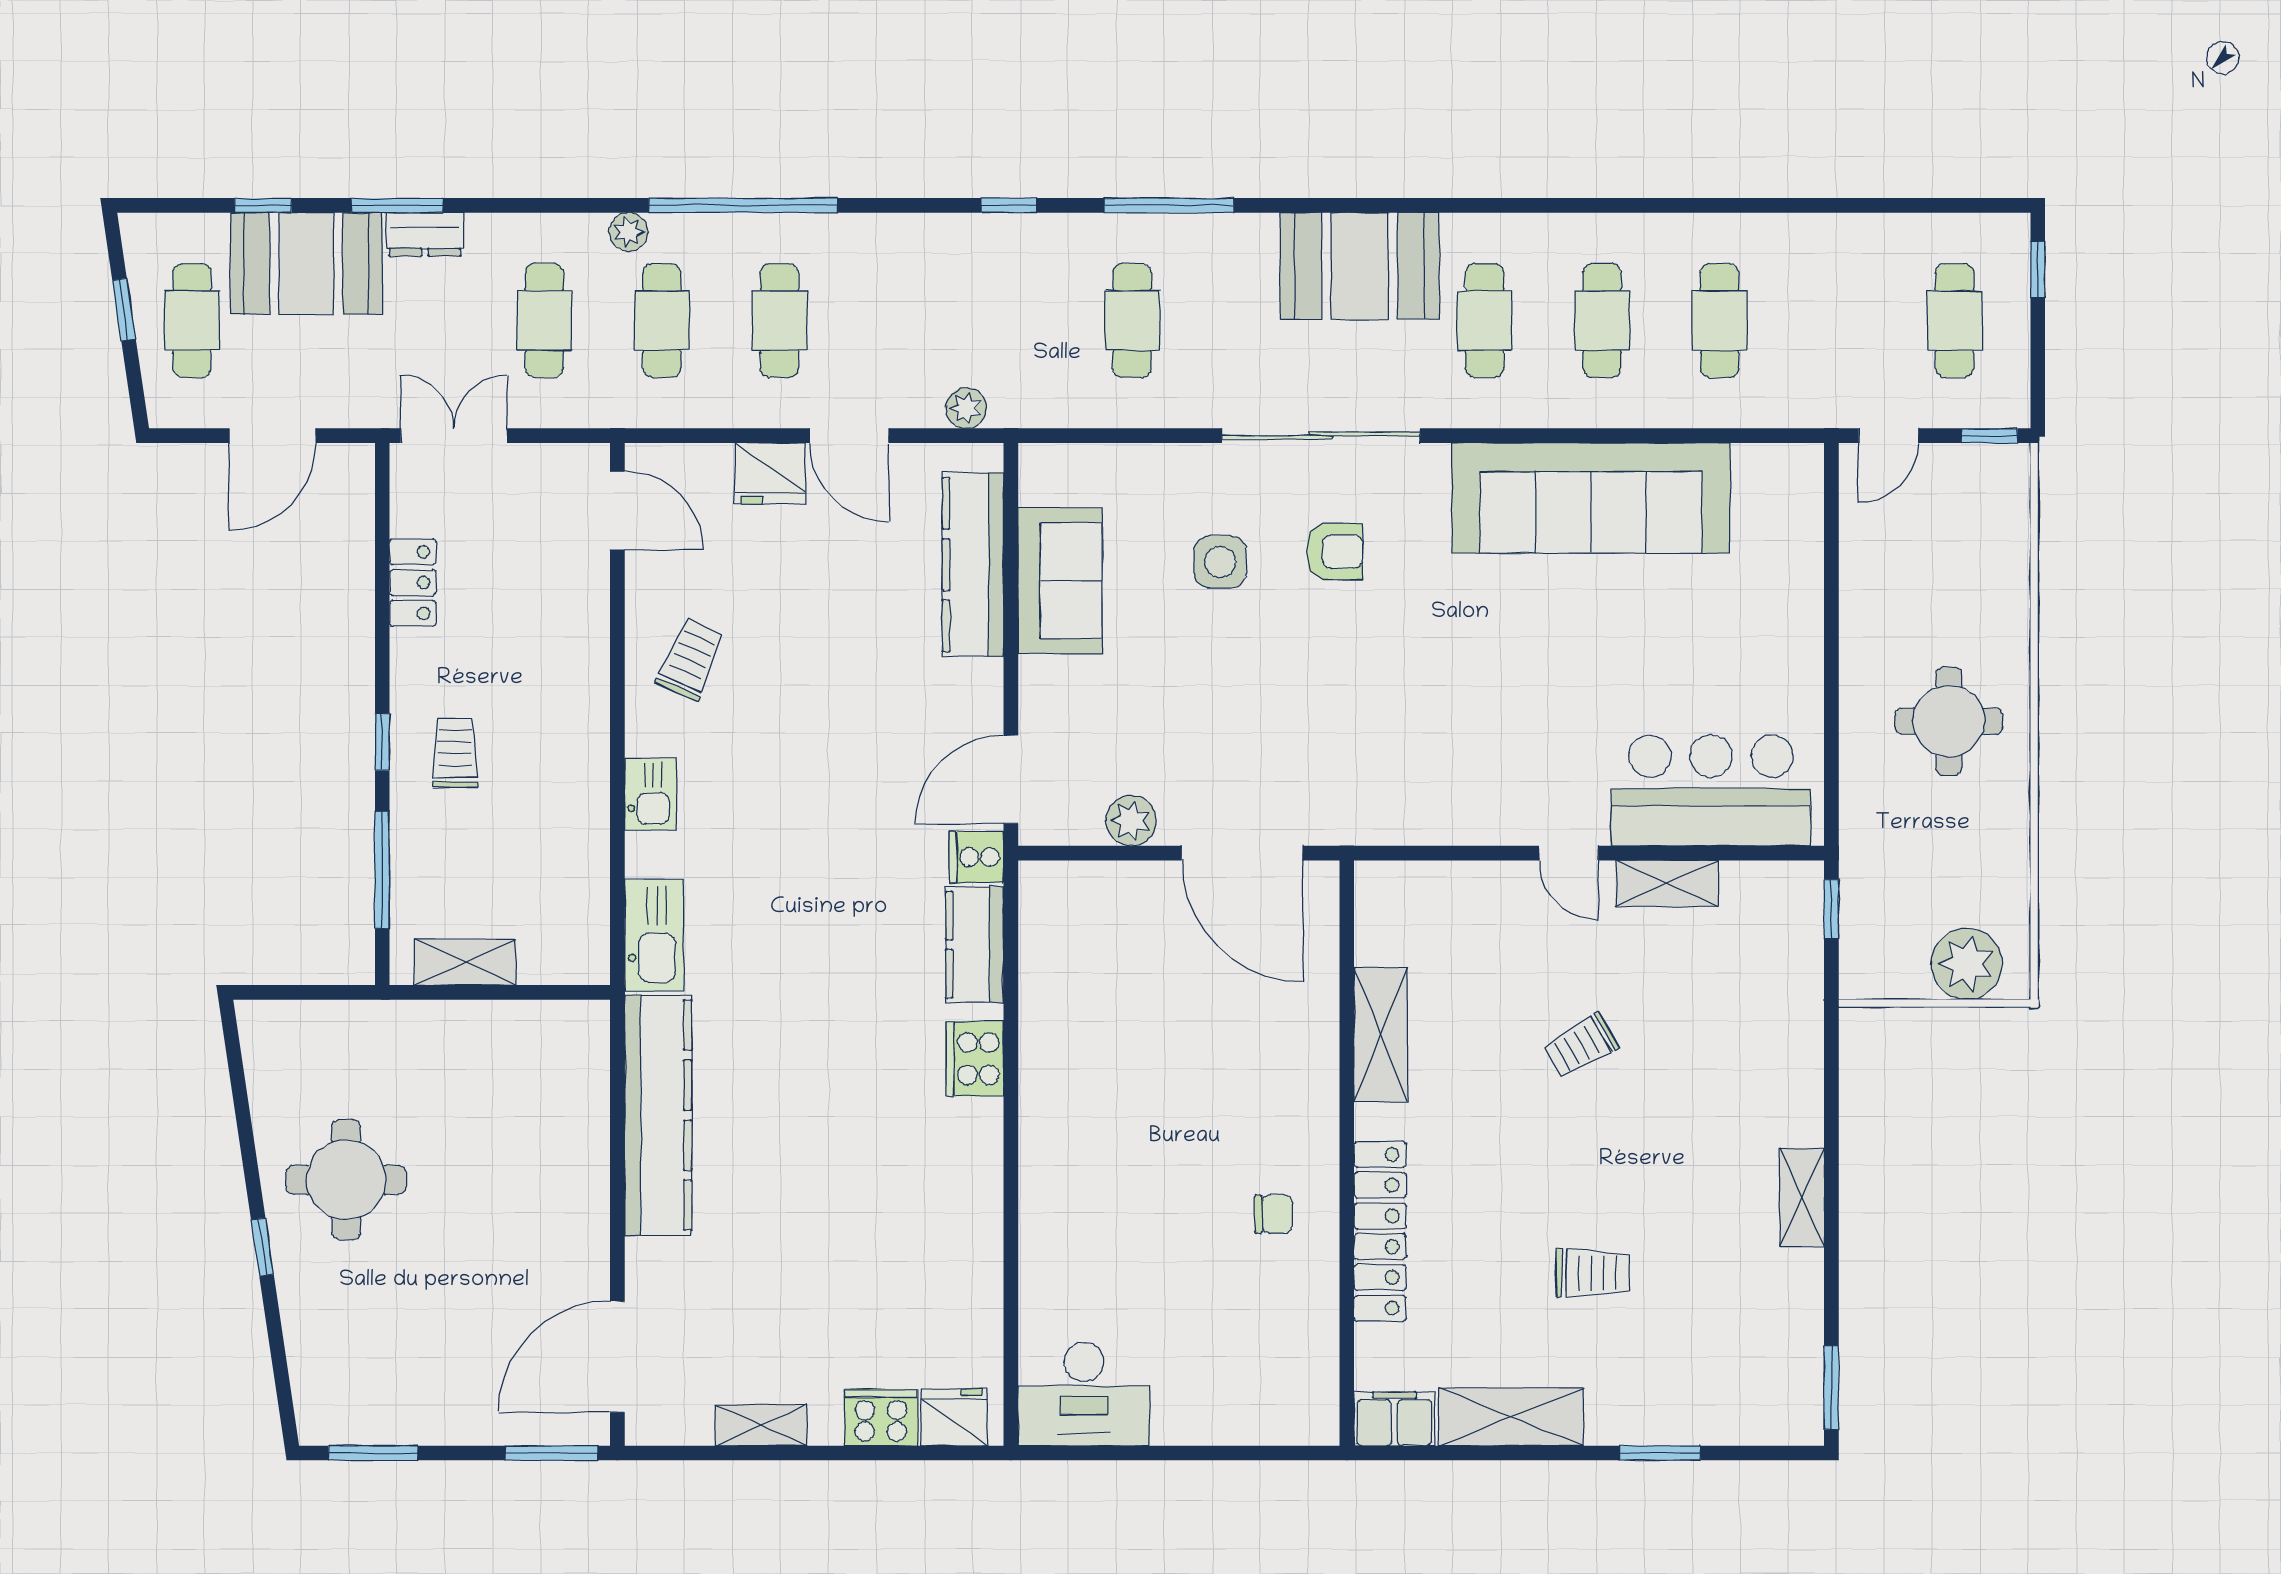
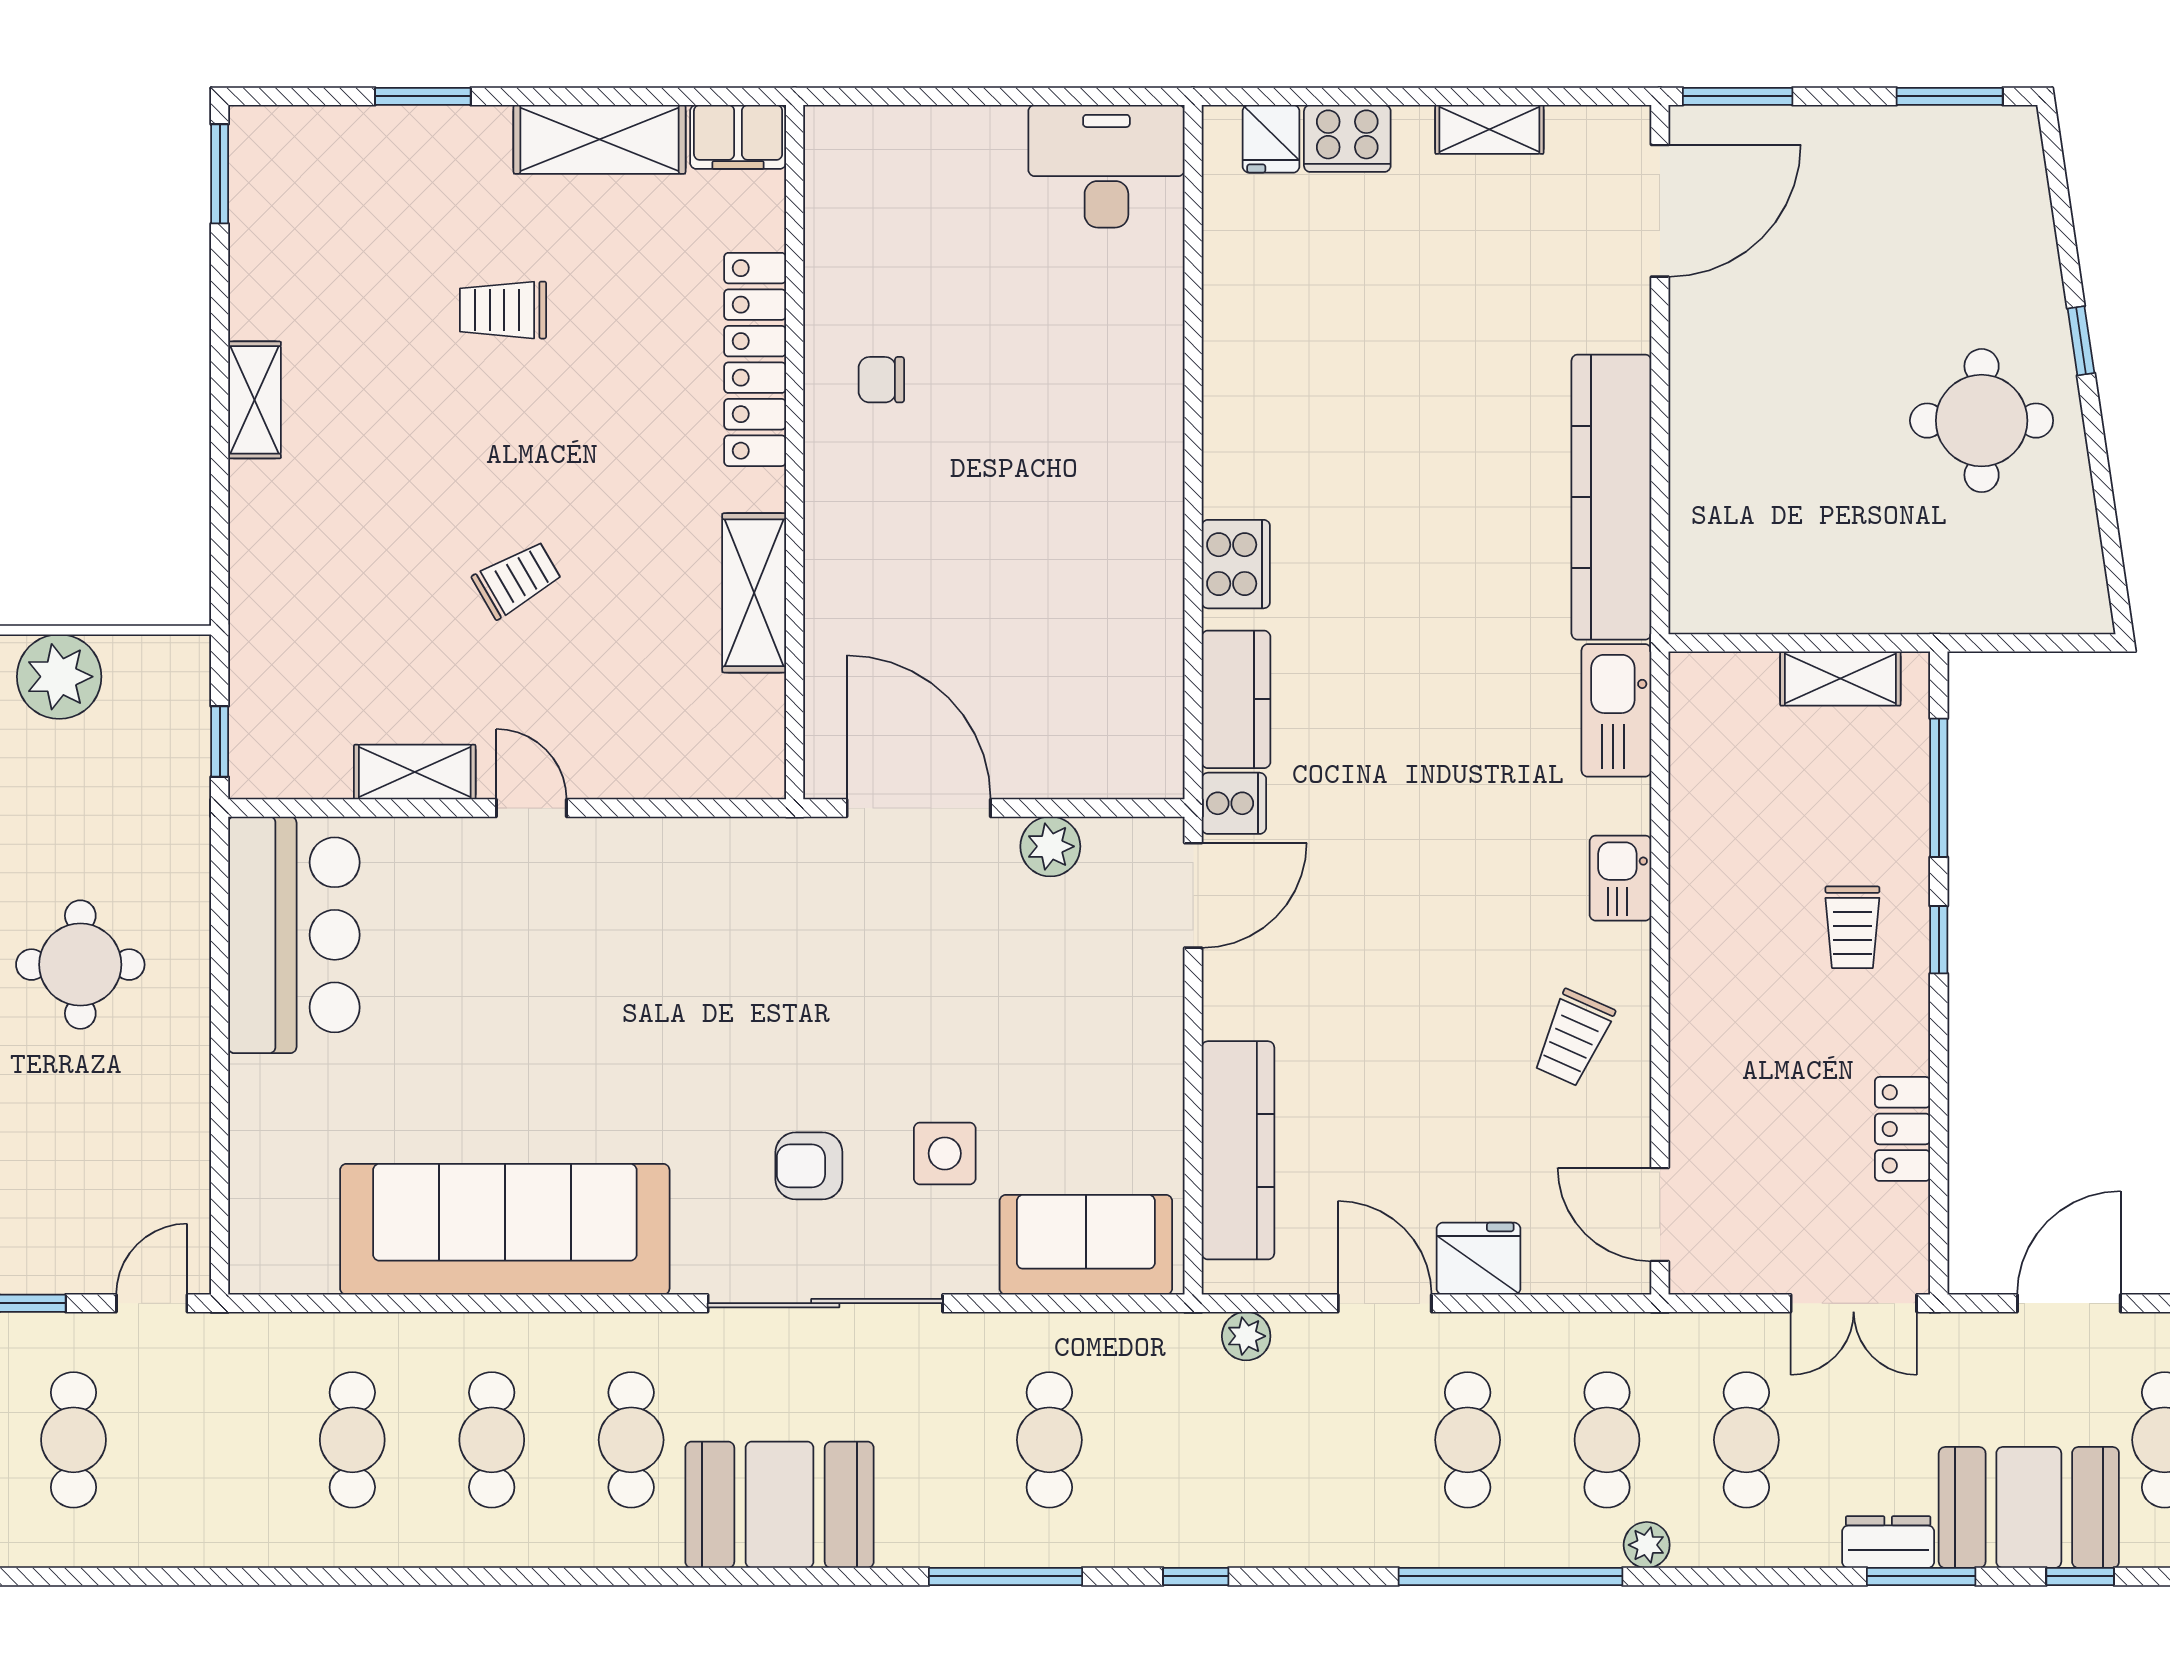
sofa: (1060, 581) -> (1086, 1245), moved, turned 90
bar counter: (1711, 791) -> (294, 935), moved, turned -90
fridge: (954, 1417) -> (1271, 139), width x0.72

